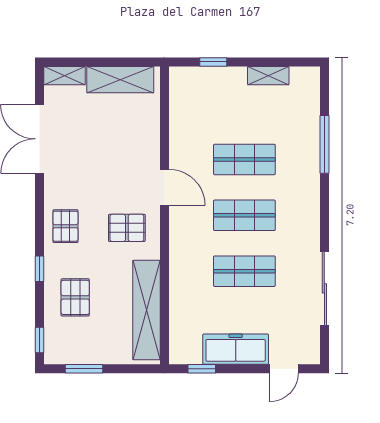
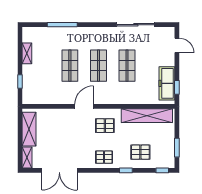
pallet: (127, 228) -> (105, 126), turned 90
freezer: (236, 349) -> (167, 83), moved

